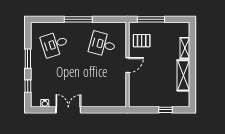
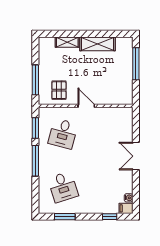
window: (108, 19) -> (35, 128), added
window: (28, 59) -> (65, 217), moved
filing cabinet: (35, 101) -> (126, 208), added
double door: (68, 110) -> (136, 156), moved
window: (165, 110) -> (136, 64), width x2.17

